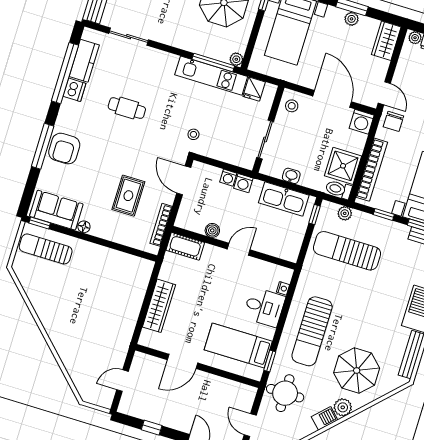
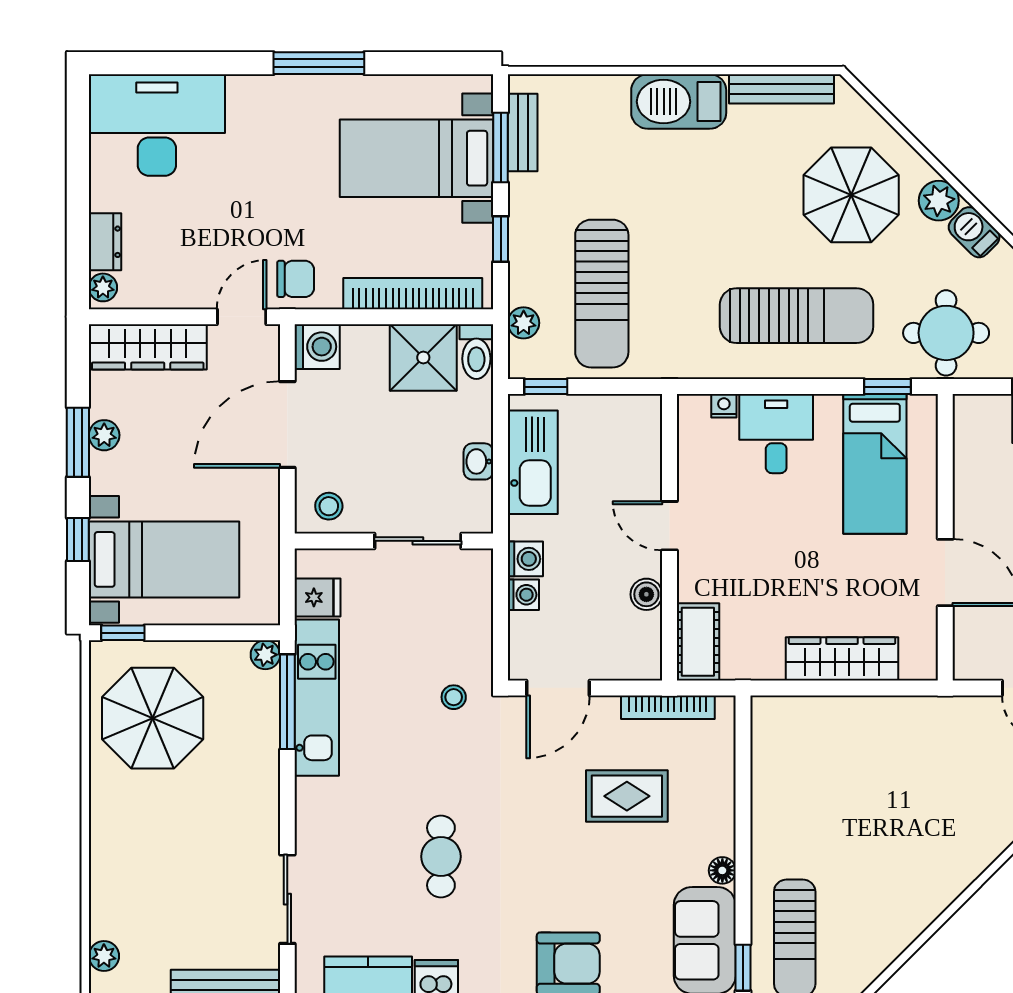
wardrobe: (386, 41) -> (148, 347), width x1.50

